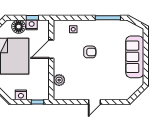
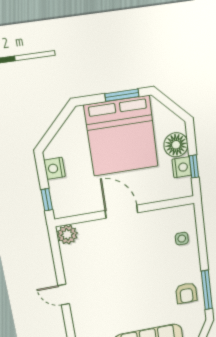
door: (51, 49) -> (121, 212), moved
armchair: (90, 52) -> (186, 293), moved
plant: (59, 80) -> (67, 235), moved

